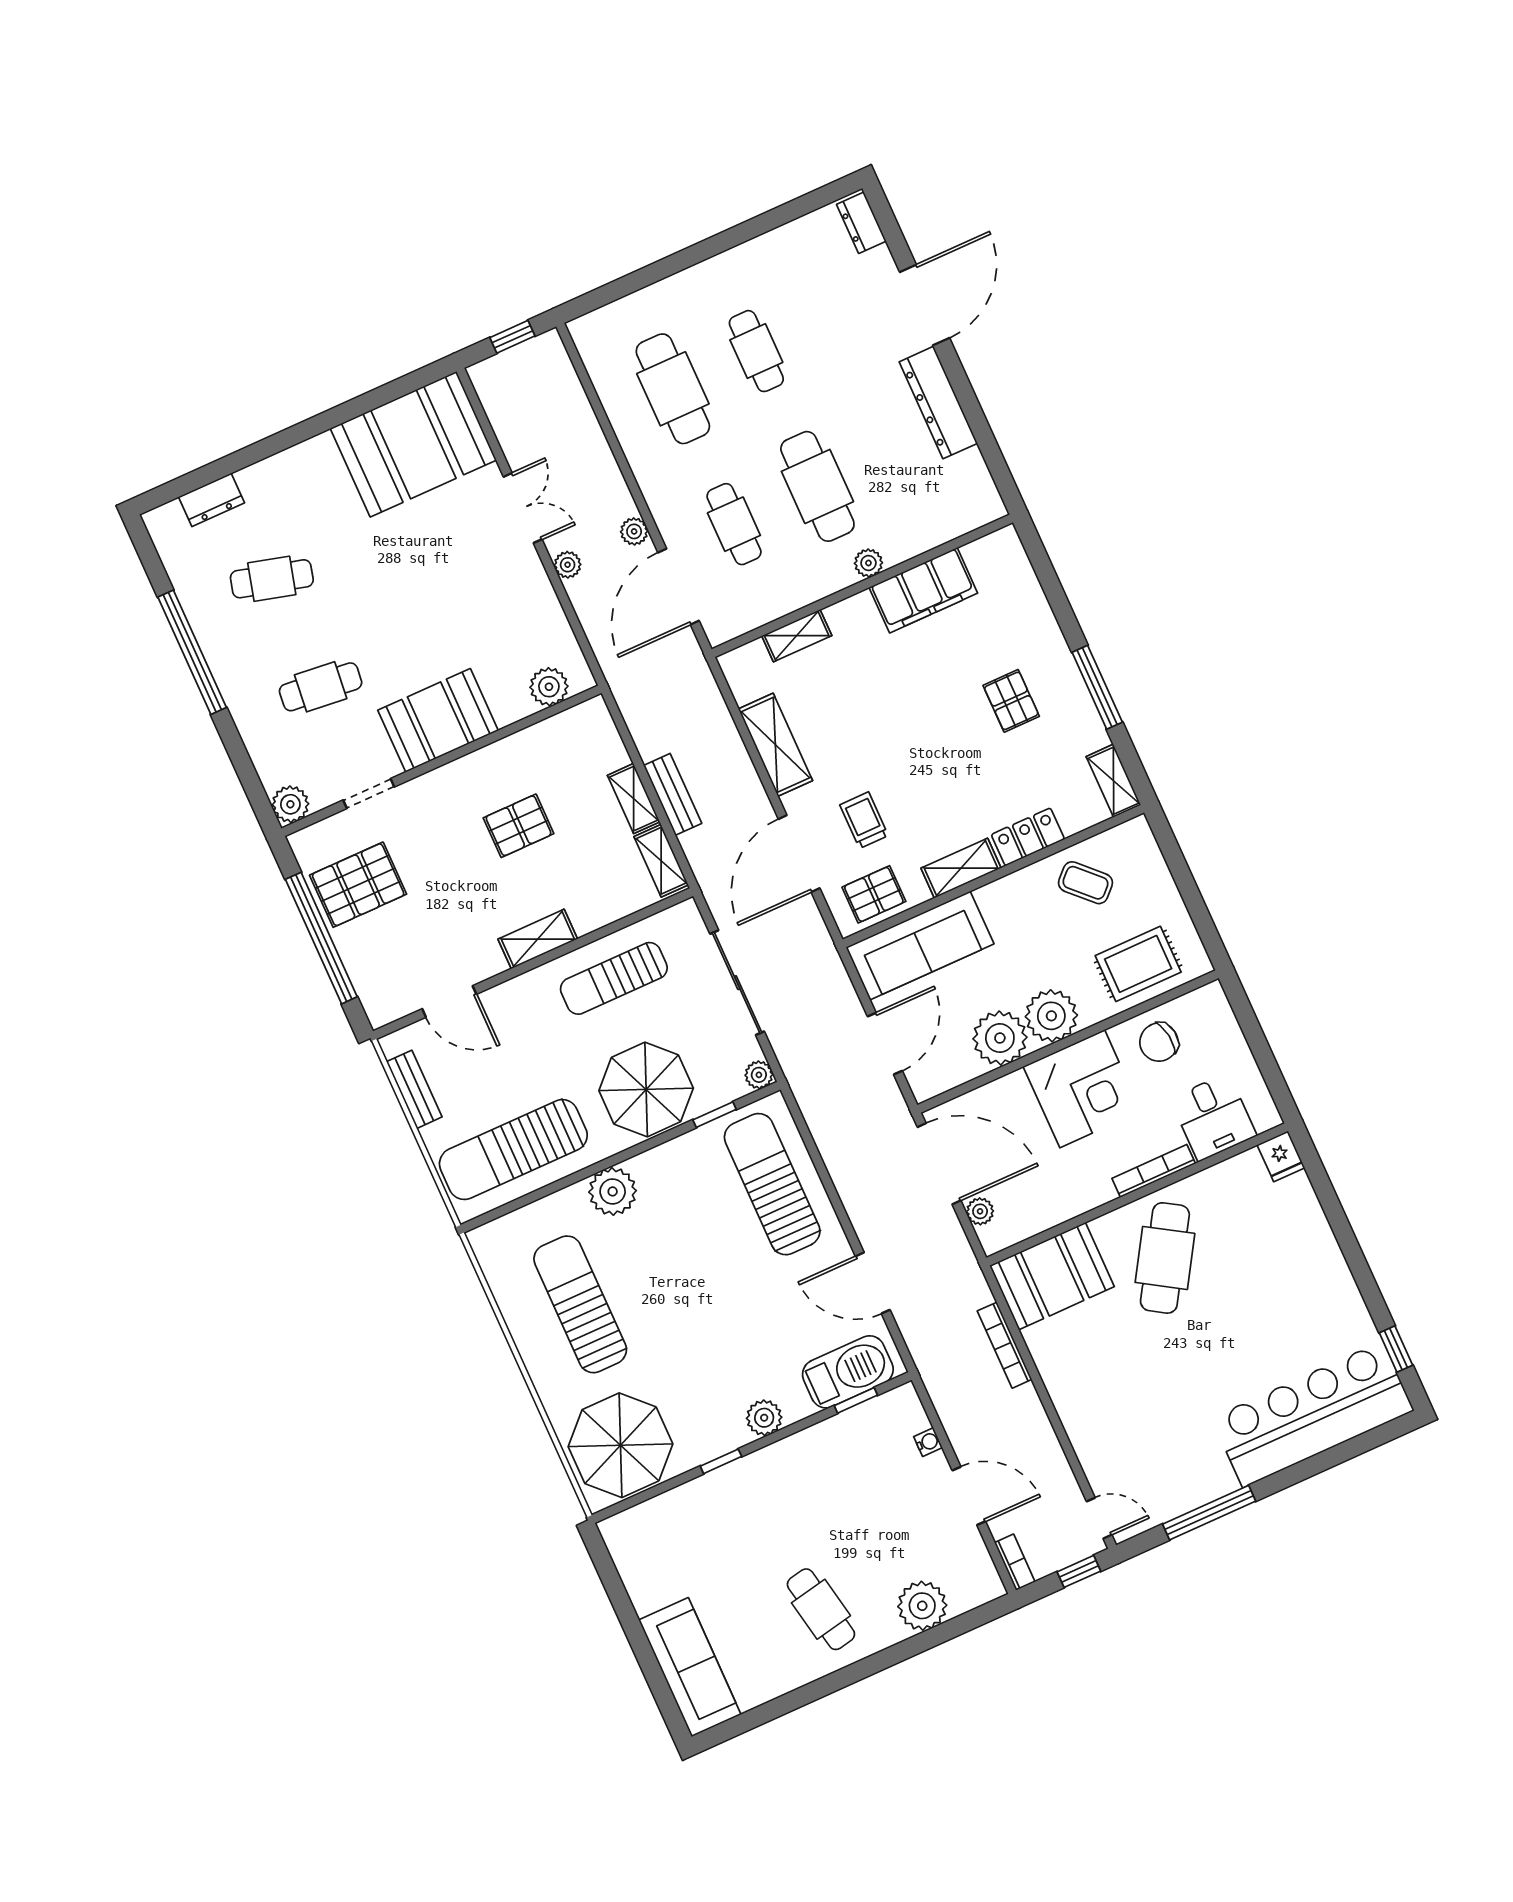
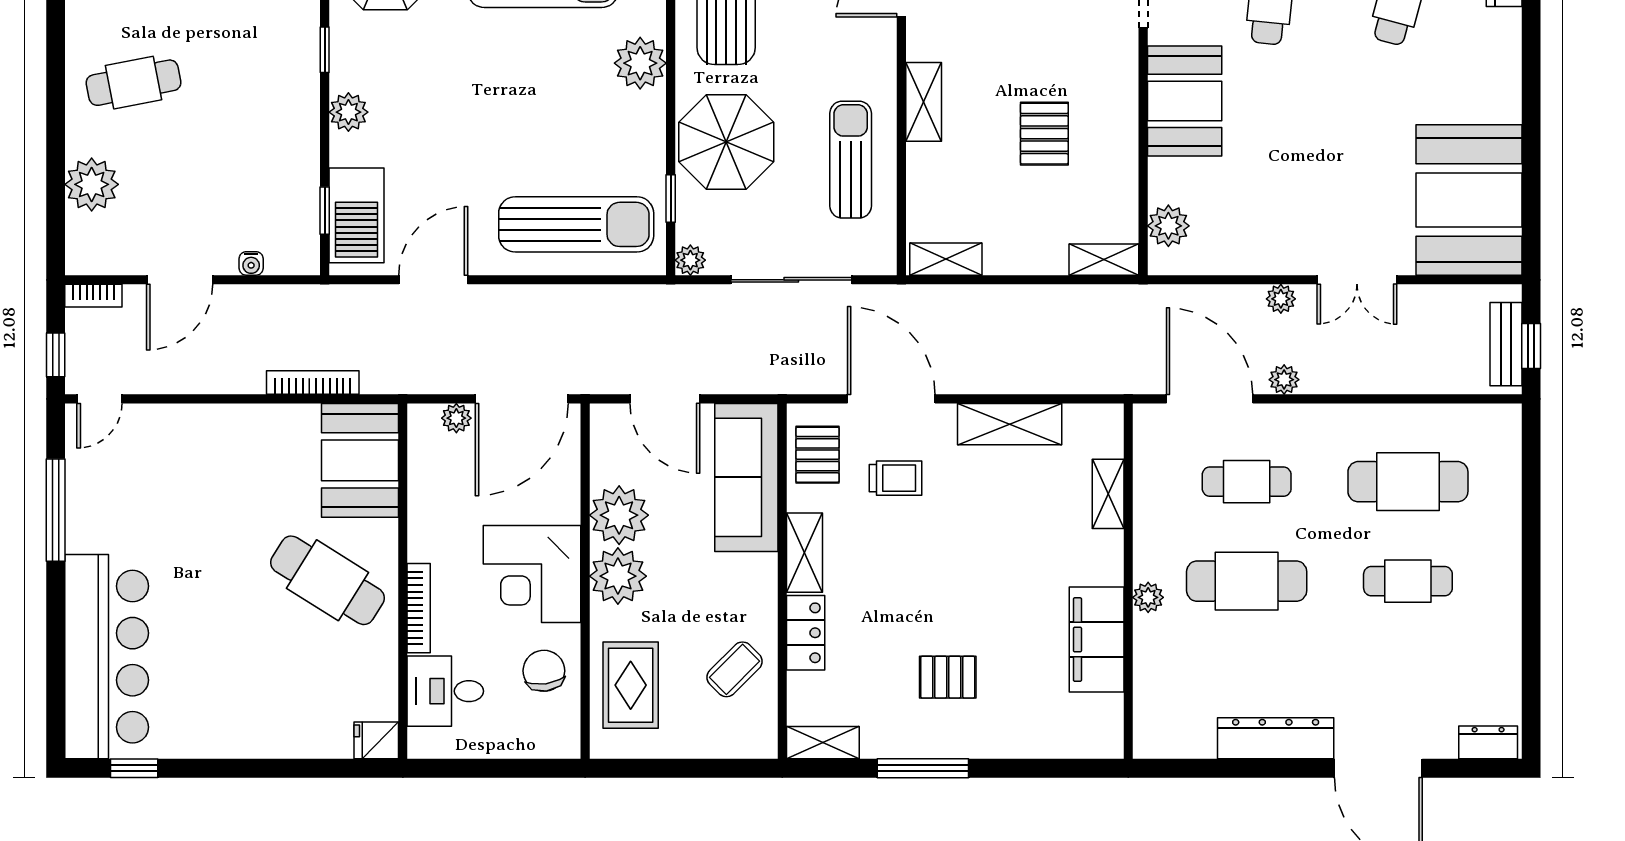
bench: (673, 794) -> (1506, 344), moved, turned 90
shelving: (634, 799) -> (1104, 260), moved

